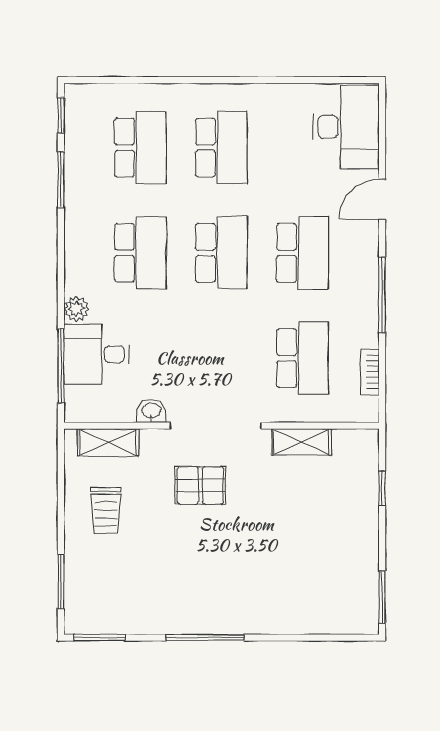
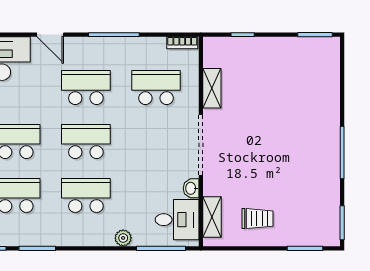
desk: (97, 354) -> (177, 220), moved, turned -90
bookcase: (370, 372) -> (182, 43), moved
pallet: (200, 485) -> (241, 156), removed

